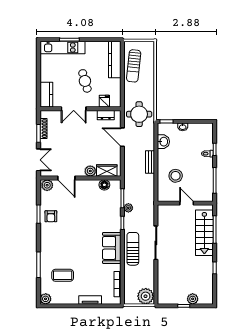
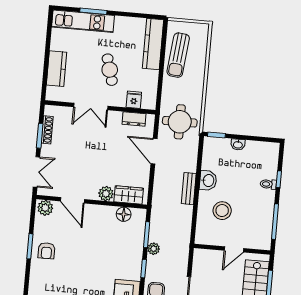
kitchen counter: (46, 95) -> (57, 69), moved
washbasin: (163, 142) -> (208, 180), moved
door: (187, 203) -> (234, 249), swing flipped

